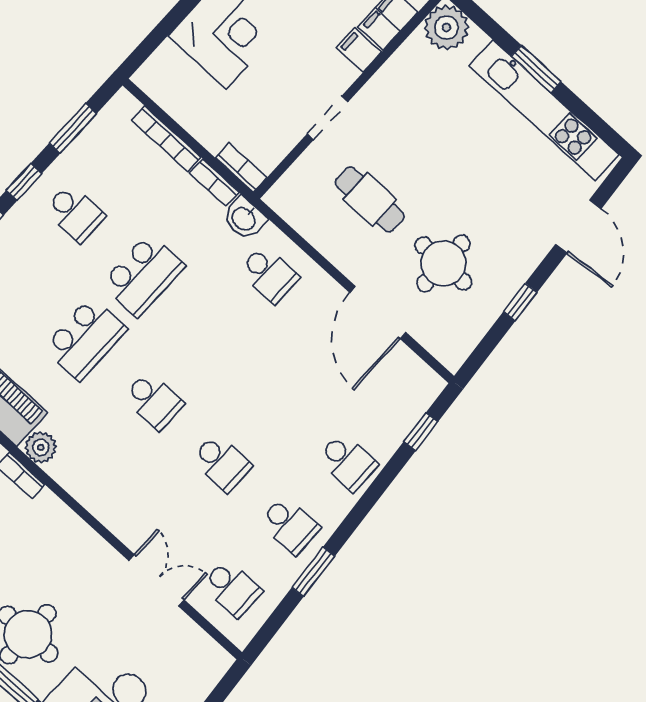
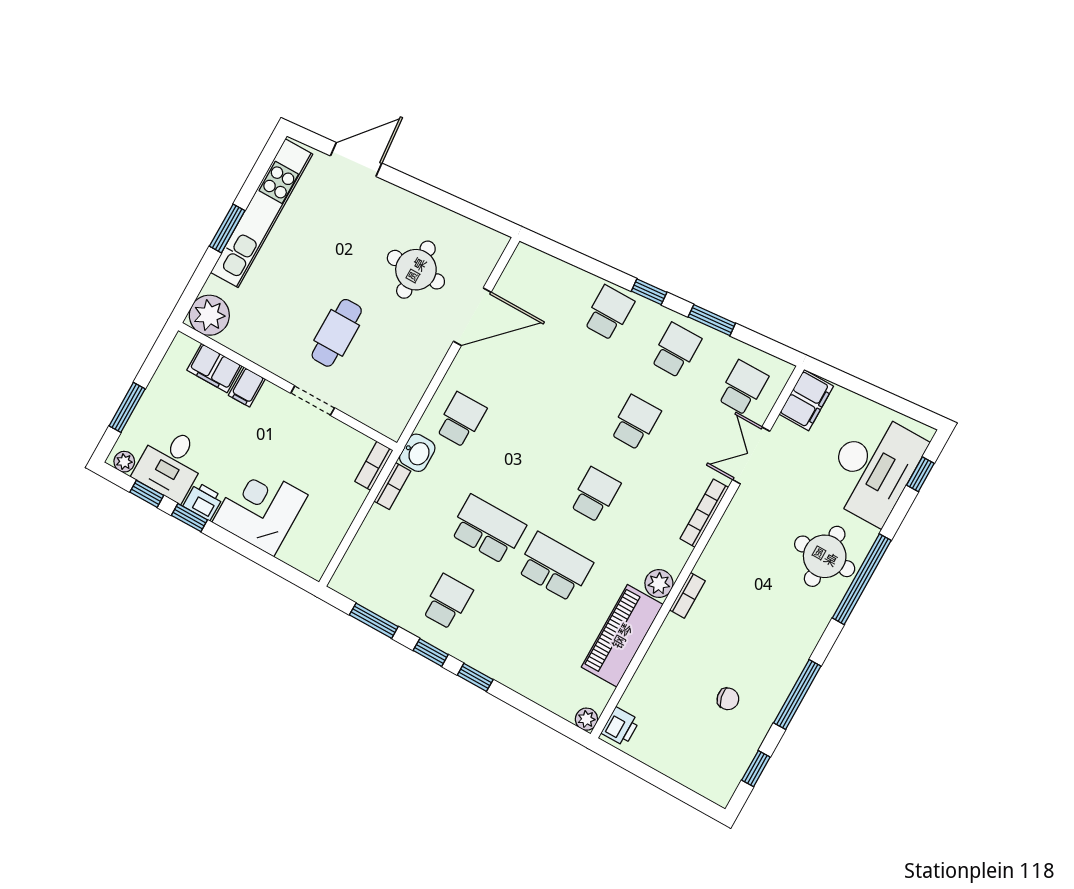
bookcase: (166, 139) -> (704, 513), moved, turned 180
cafe table: (370, 199) -> (337, 333), moved
window: (520, 302) -> (434, 195), removed
window: (421, 432) -> (649, 292), moved
filing cabinet: (202, 654) -> (806, 400), added

